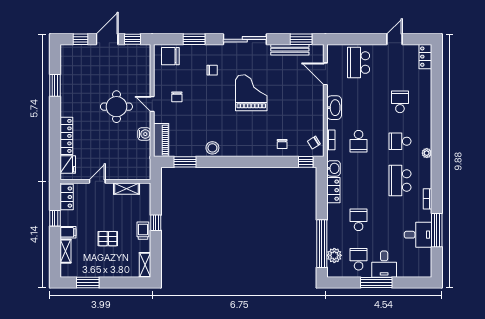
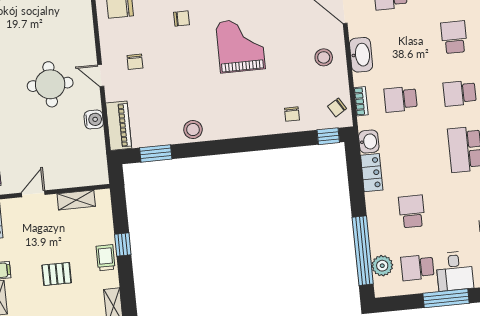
stool: (308, 107) -> (324, 57), added
school desk: (359, 141) -> (401, 99), turned 90
school desk: (359, 259) -> (417, 268), turned -90

